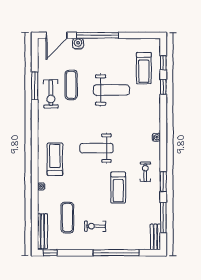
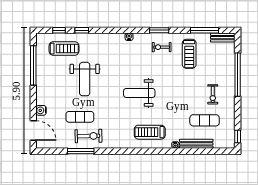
window: (98, 35) -> (33, 65), moved
weight bench: (111, 90) -> (85, 79), turned 180
weight bench: (97, 148) -> (139, 93), turned 90
window: (163, 182) -> (159, 30), moved
treadmill: (118, 188) -> (189, 54), moved, turned 90
bench: (42, 231) -> (196, 144), moved

